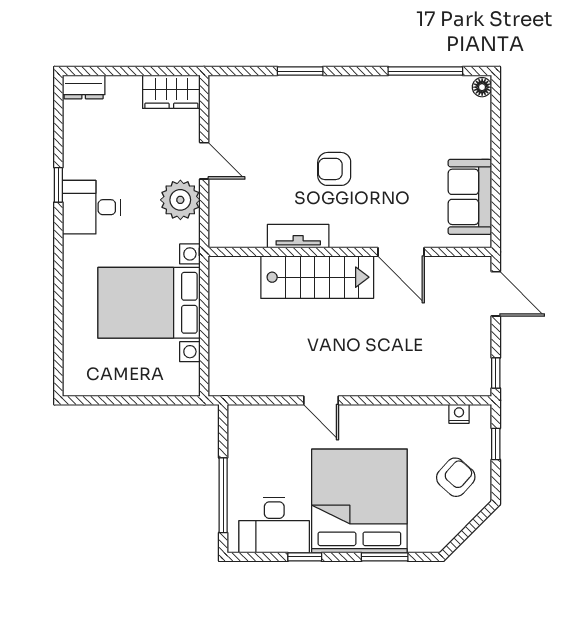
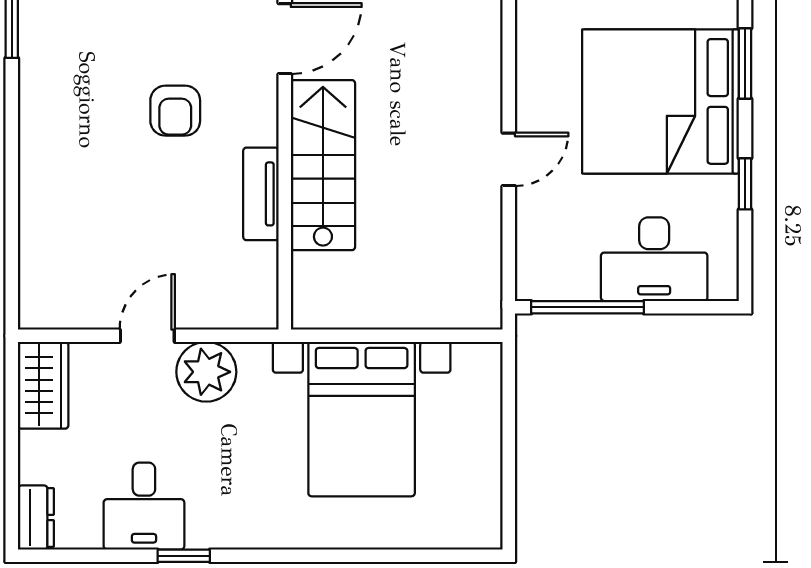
window: (300, 71) -> (12, 191), removed
armchair: (334, 169) -> (175, 111), moved
desk: (91, 207) -> (144, 506), moved
window: (223, 495) -> (587, 307), moved
desk: (274, 525) -> (654, 259), moved, turned 90

